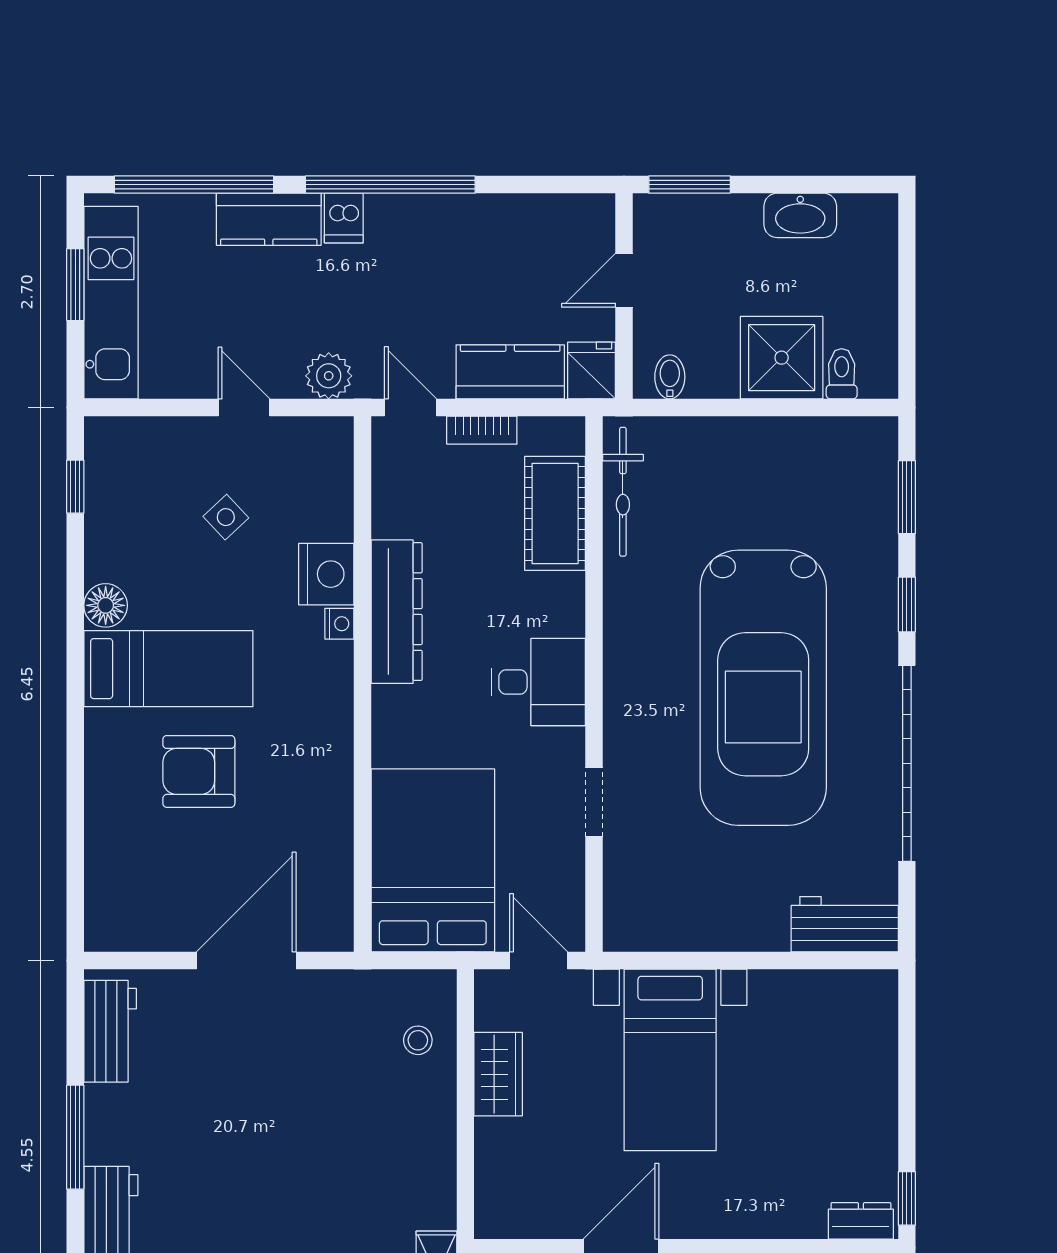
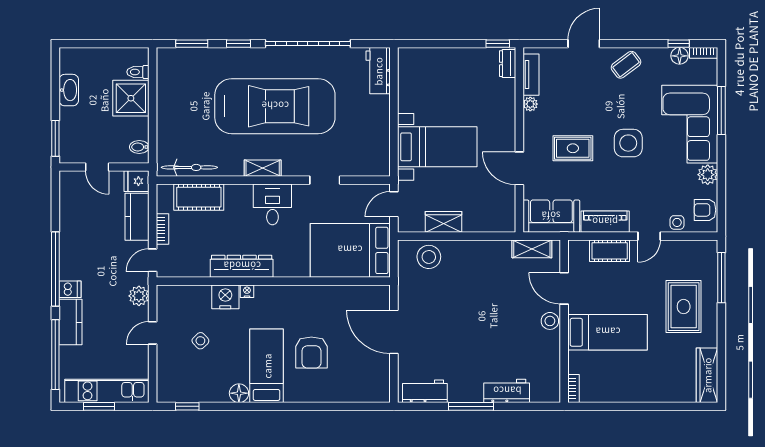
shelving: (621, 659) -> (263, 168), added
stool: (418, 1040) -> (429, 257), width x1.89, depth x1.89

